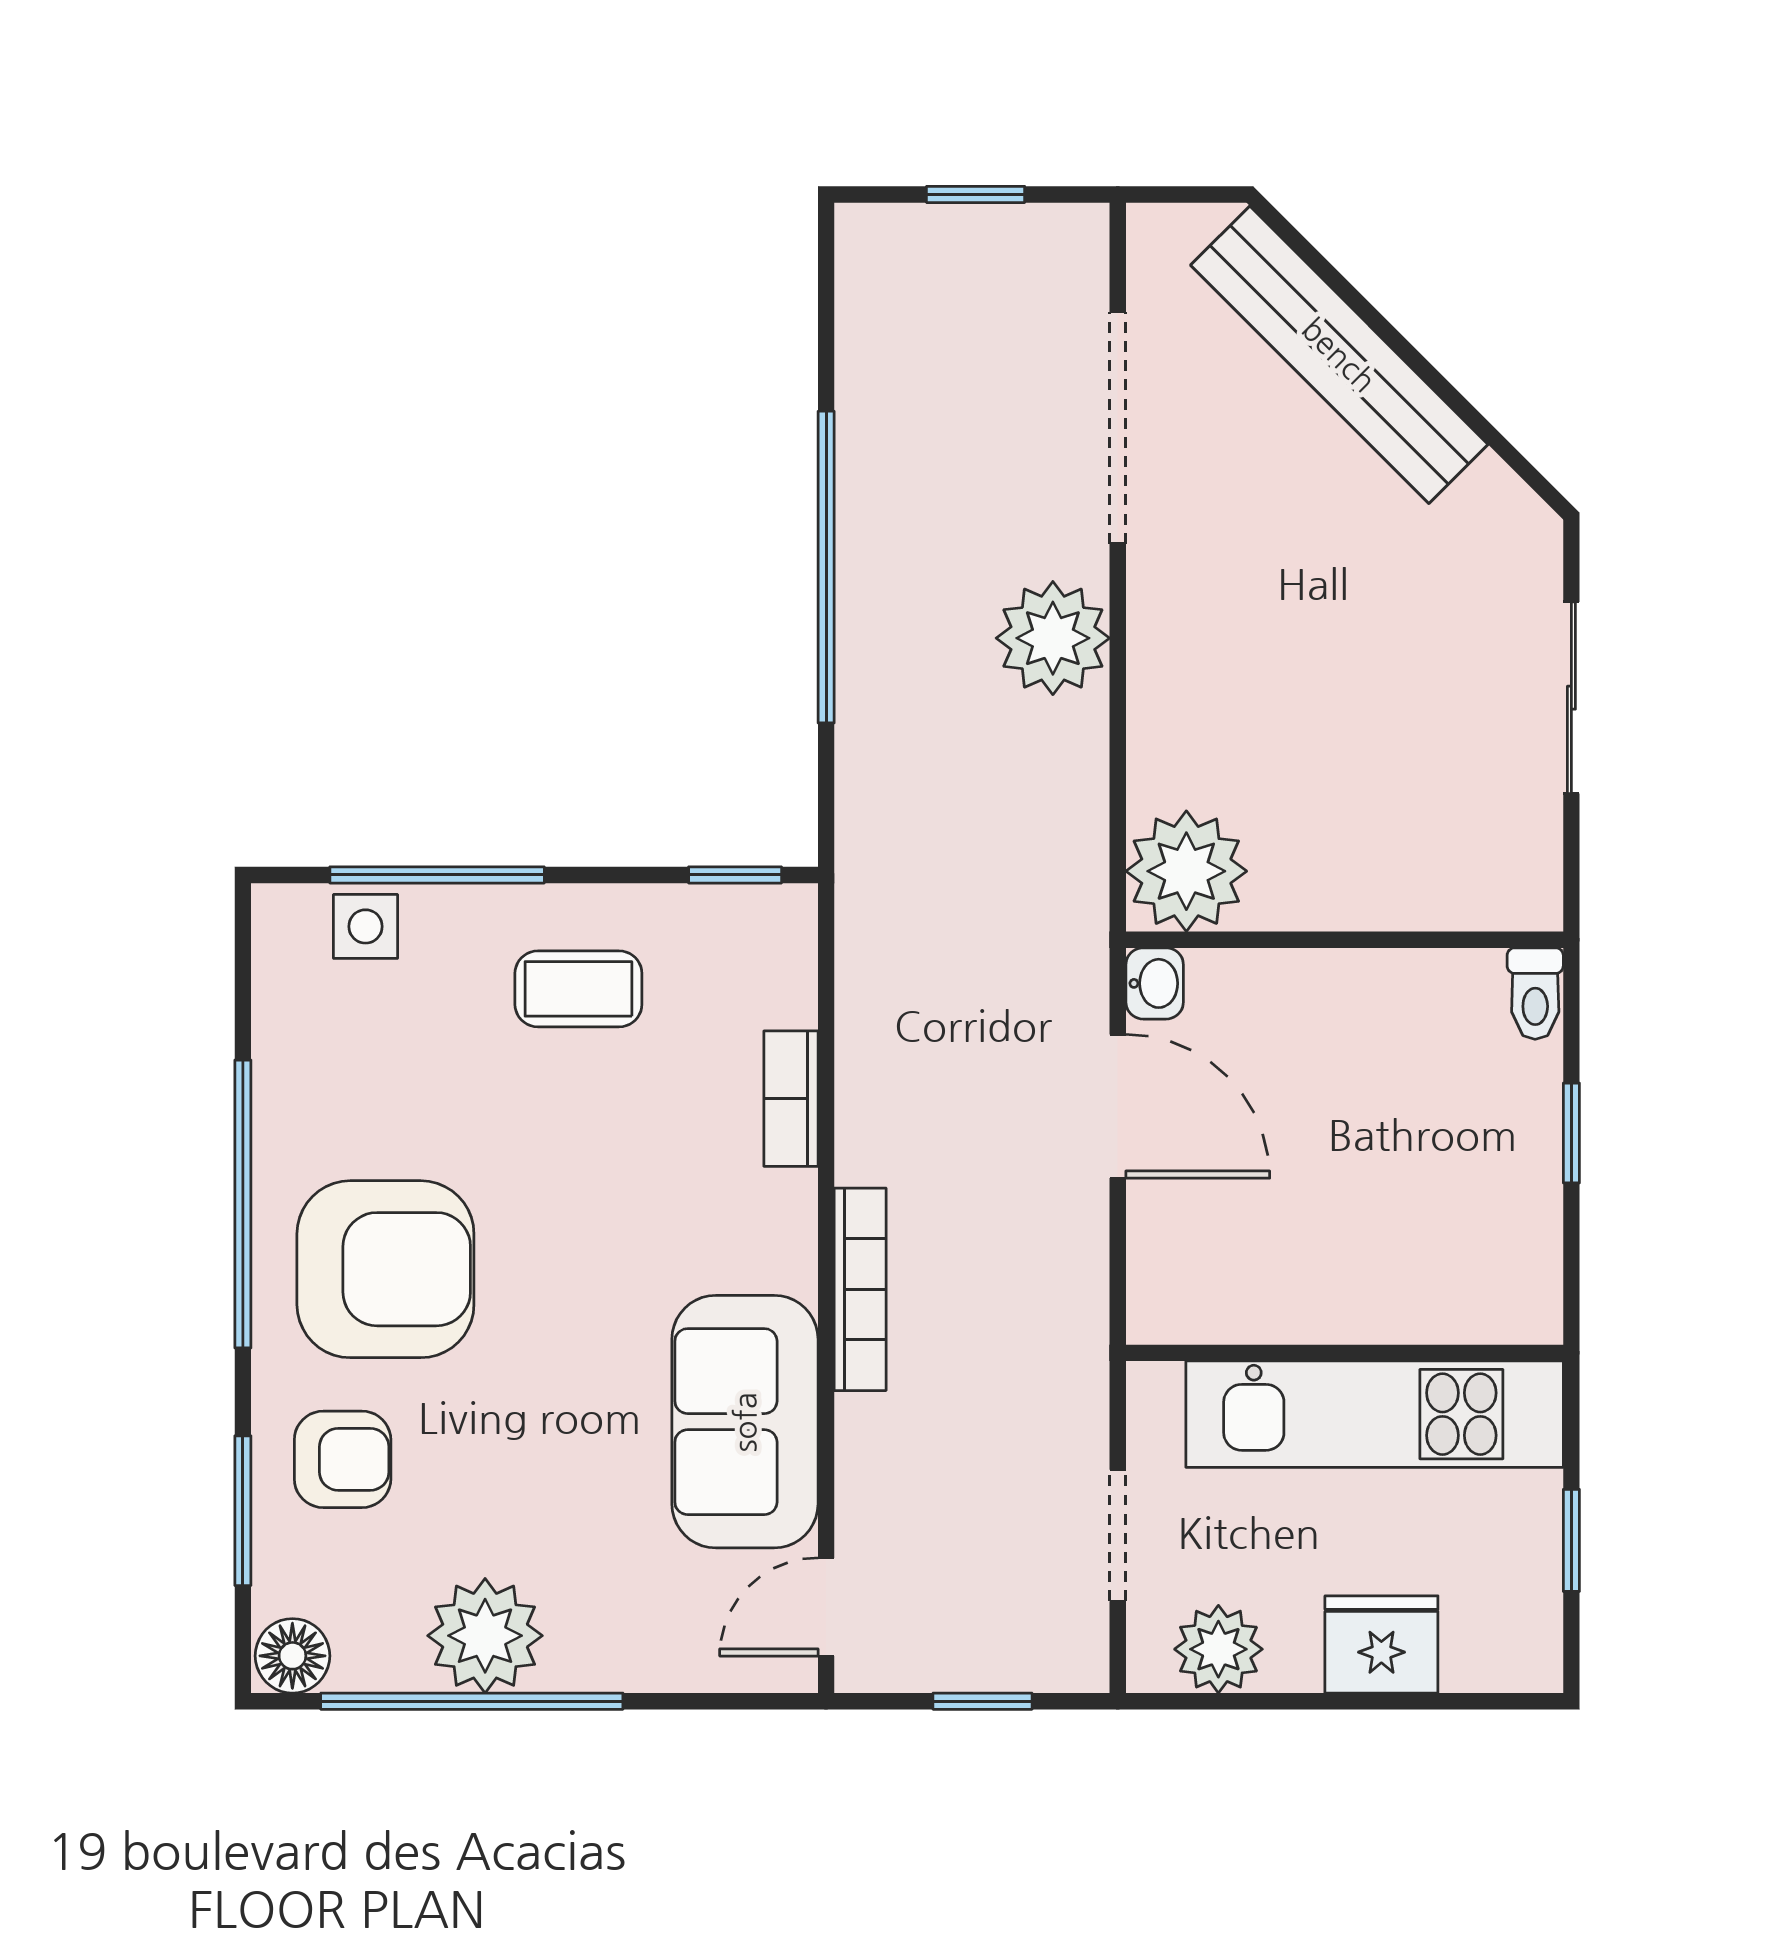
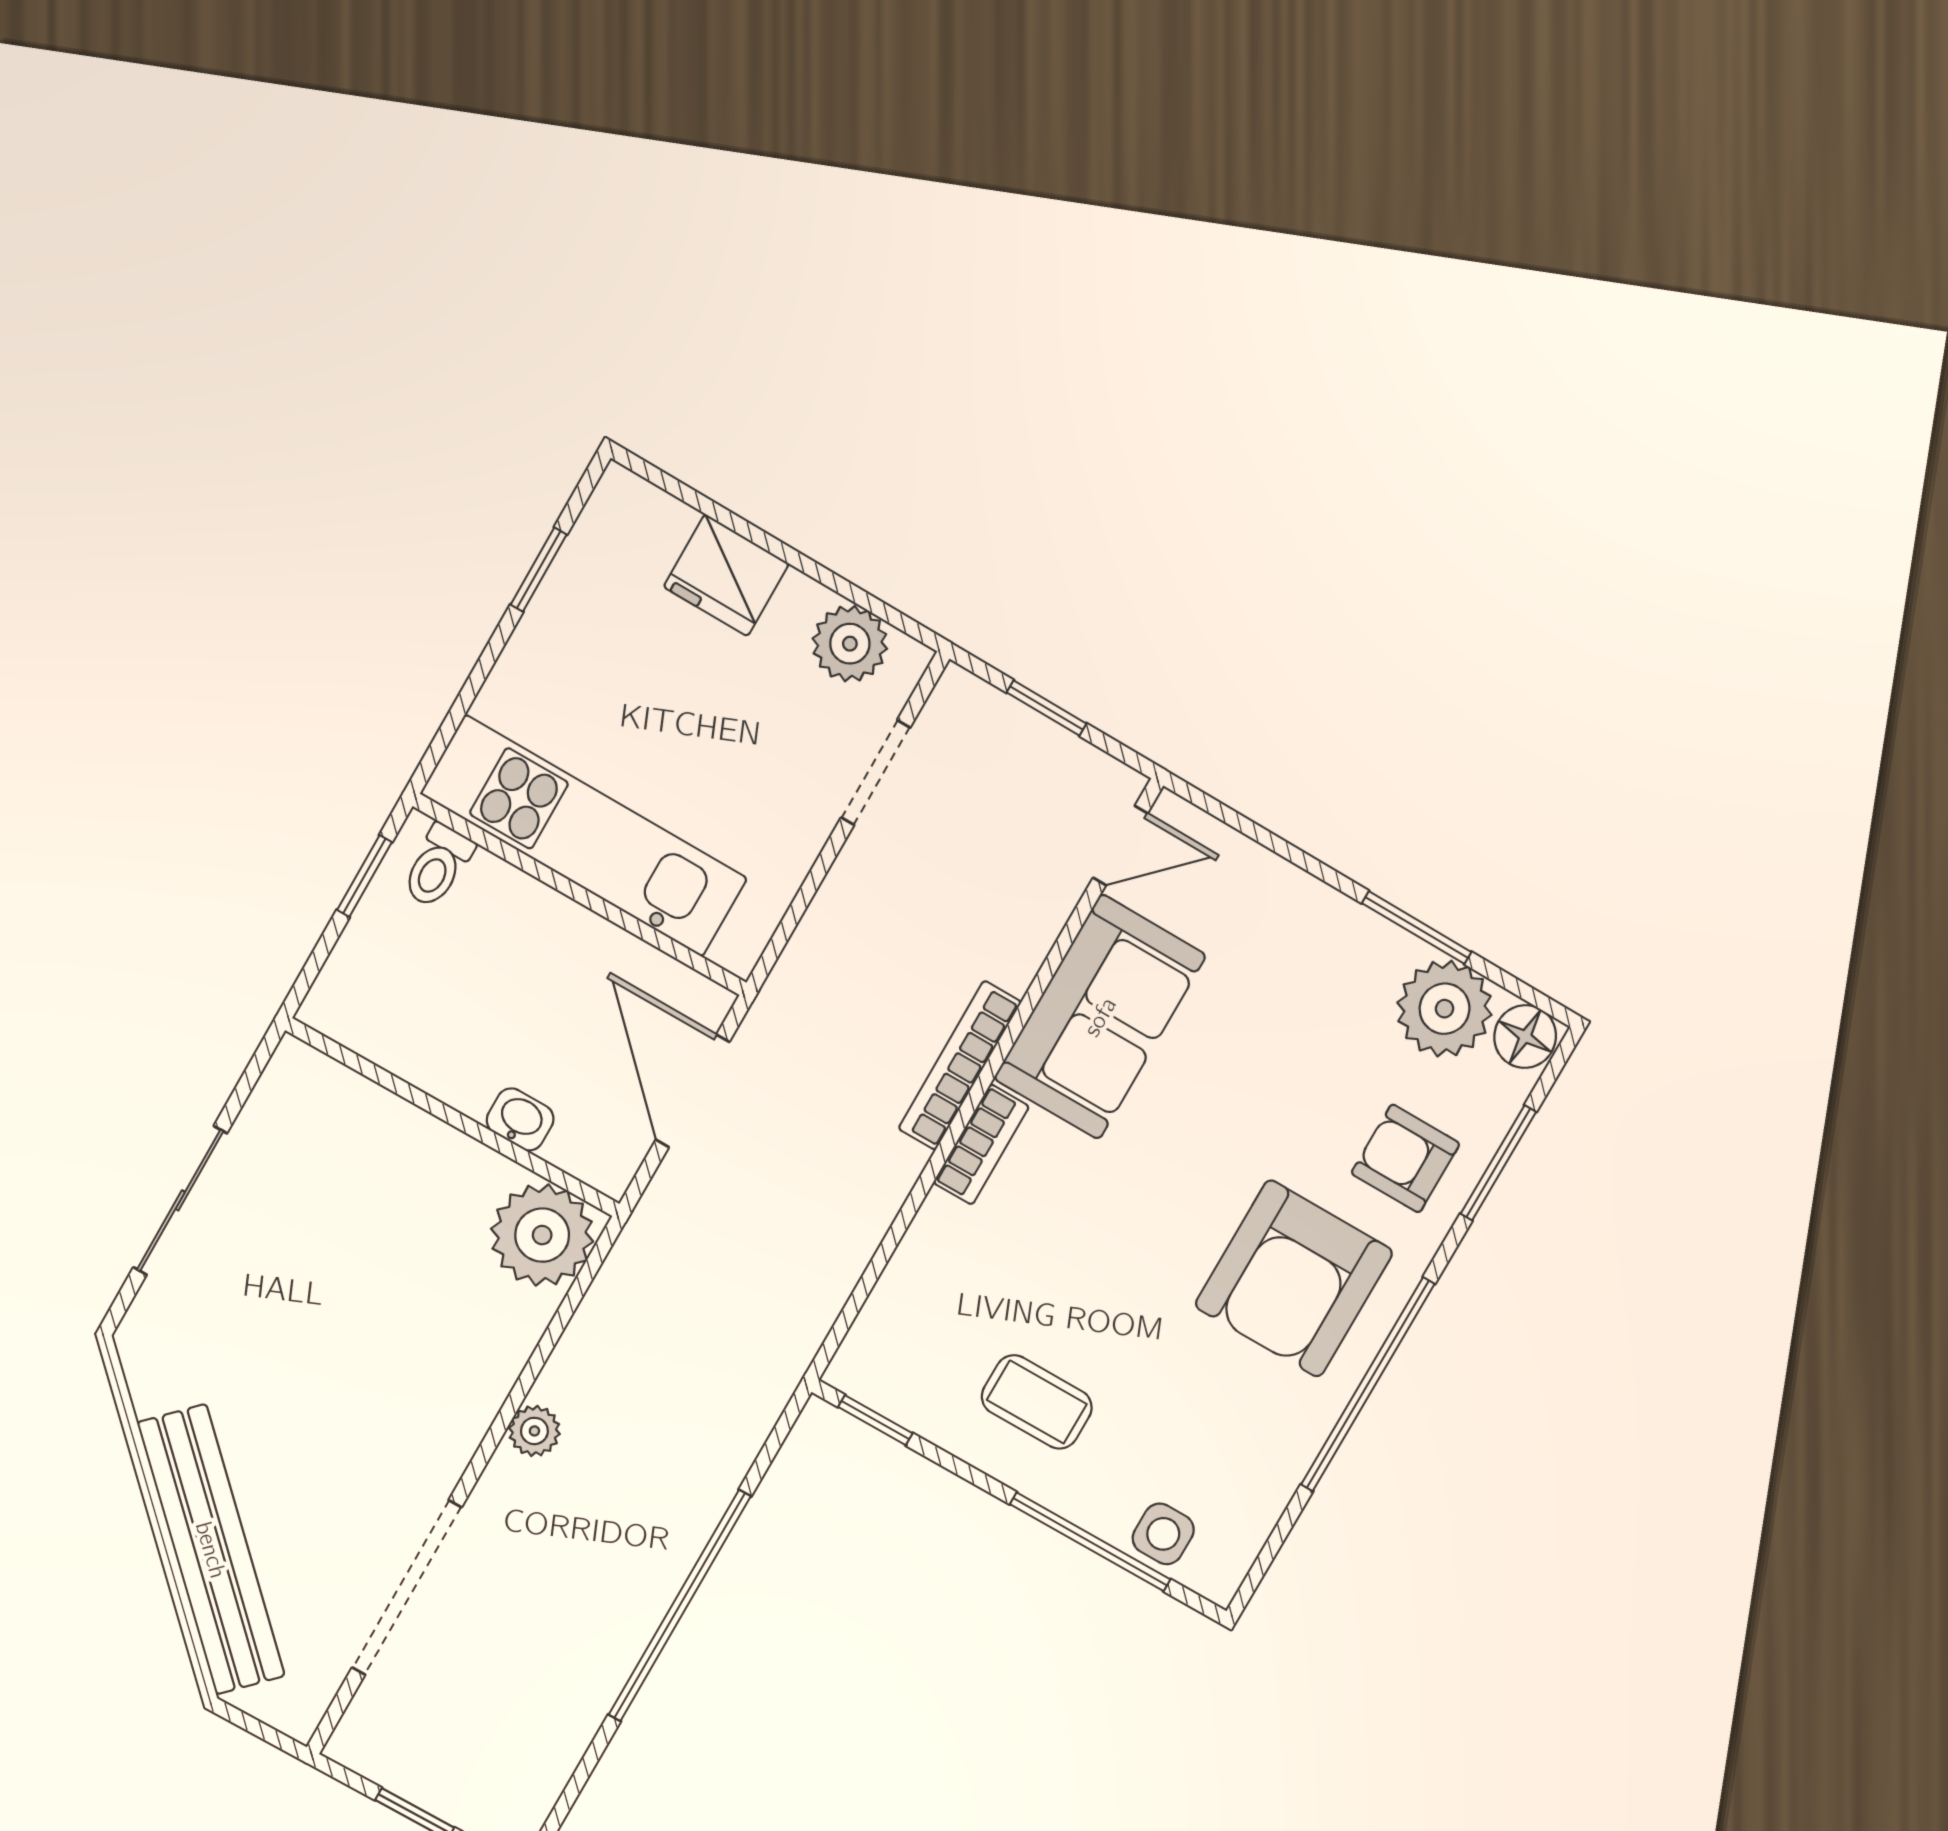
plant: (1053, 638) -> (534, 1431), width x0.53, depth x0.53
washbasin: (1155, 983) -> (520, 1119), moved, turned 90
toilet: (1535, 994) -> (438, 866), moved, turned 180
bookcase: (791, 1099) -> (981, 1145), moved
armchair: (385, 1269) -> (1294, 1279), turned -90
wall: (1345, 1353) -> (580, 895), moved
kitchen unit: (1375, 1414) -> (584, 836), moved
plant: (485, 1636) -> (1445, 1009), moved
window: (472, 1701) -> (1417, 928), width x0.47

